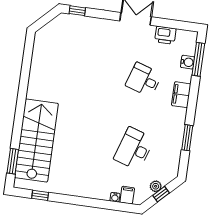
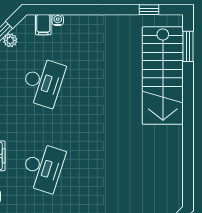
desk: (144, 80) -> (43, 168), width x1.37

